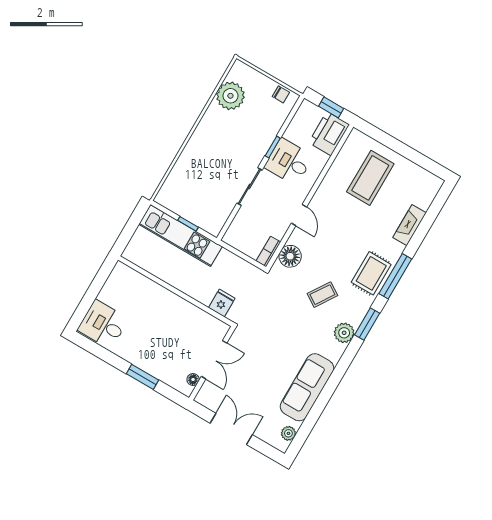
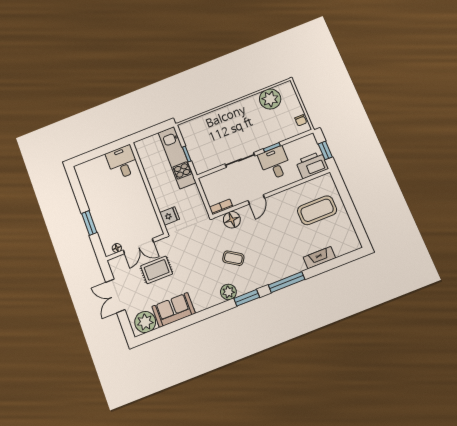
rug: (371, 273) -> (157, 270), moved
desk: (103, 324) -> (122, 162), moved
sofa: (307, 387) -> (174, 310), width x0.73
double door: (231, 429) -> (115, 296), swing flipped
plant: (288, 433) -> (145, 322), width x1.88, depth x1.88

